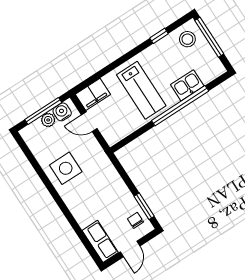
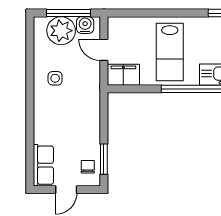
filing cabinet: (93, 94) -> (123, 75), moved, turned 180
plant: (48, 120) -> (61, 31), width x1.88, depth x1.88
side table: (66, 168) -> (55, 78), width x0.54, depth x0.54

